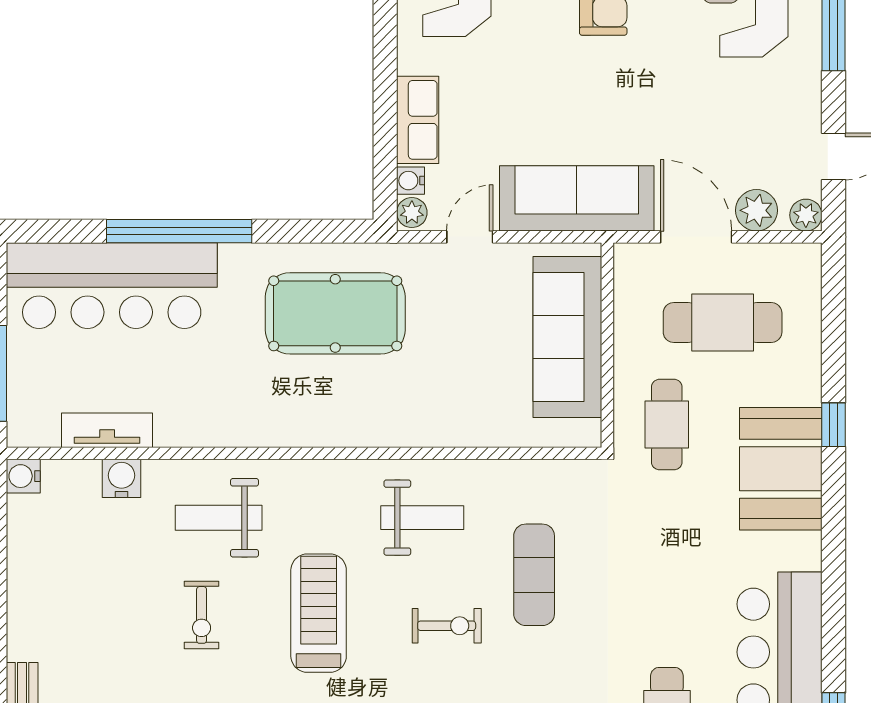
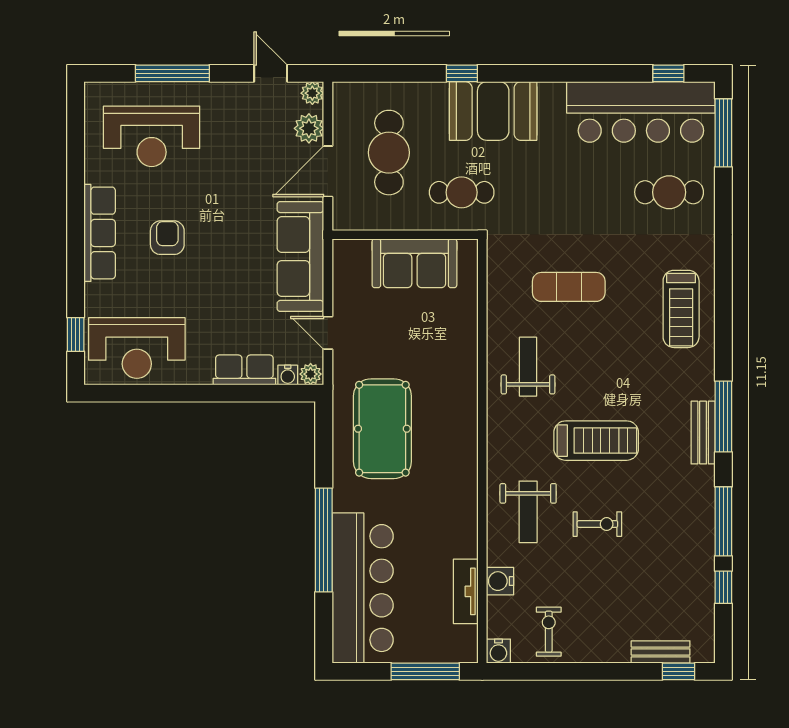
sofa: (567, 337) -> (414, 263), width x0.73
treadmill: (319, 613) -> (596, 441), turned 180
exercise bike: (447, 626) -> (549, 632), moved

